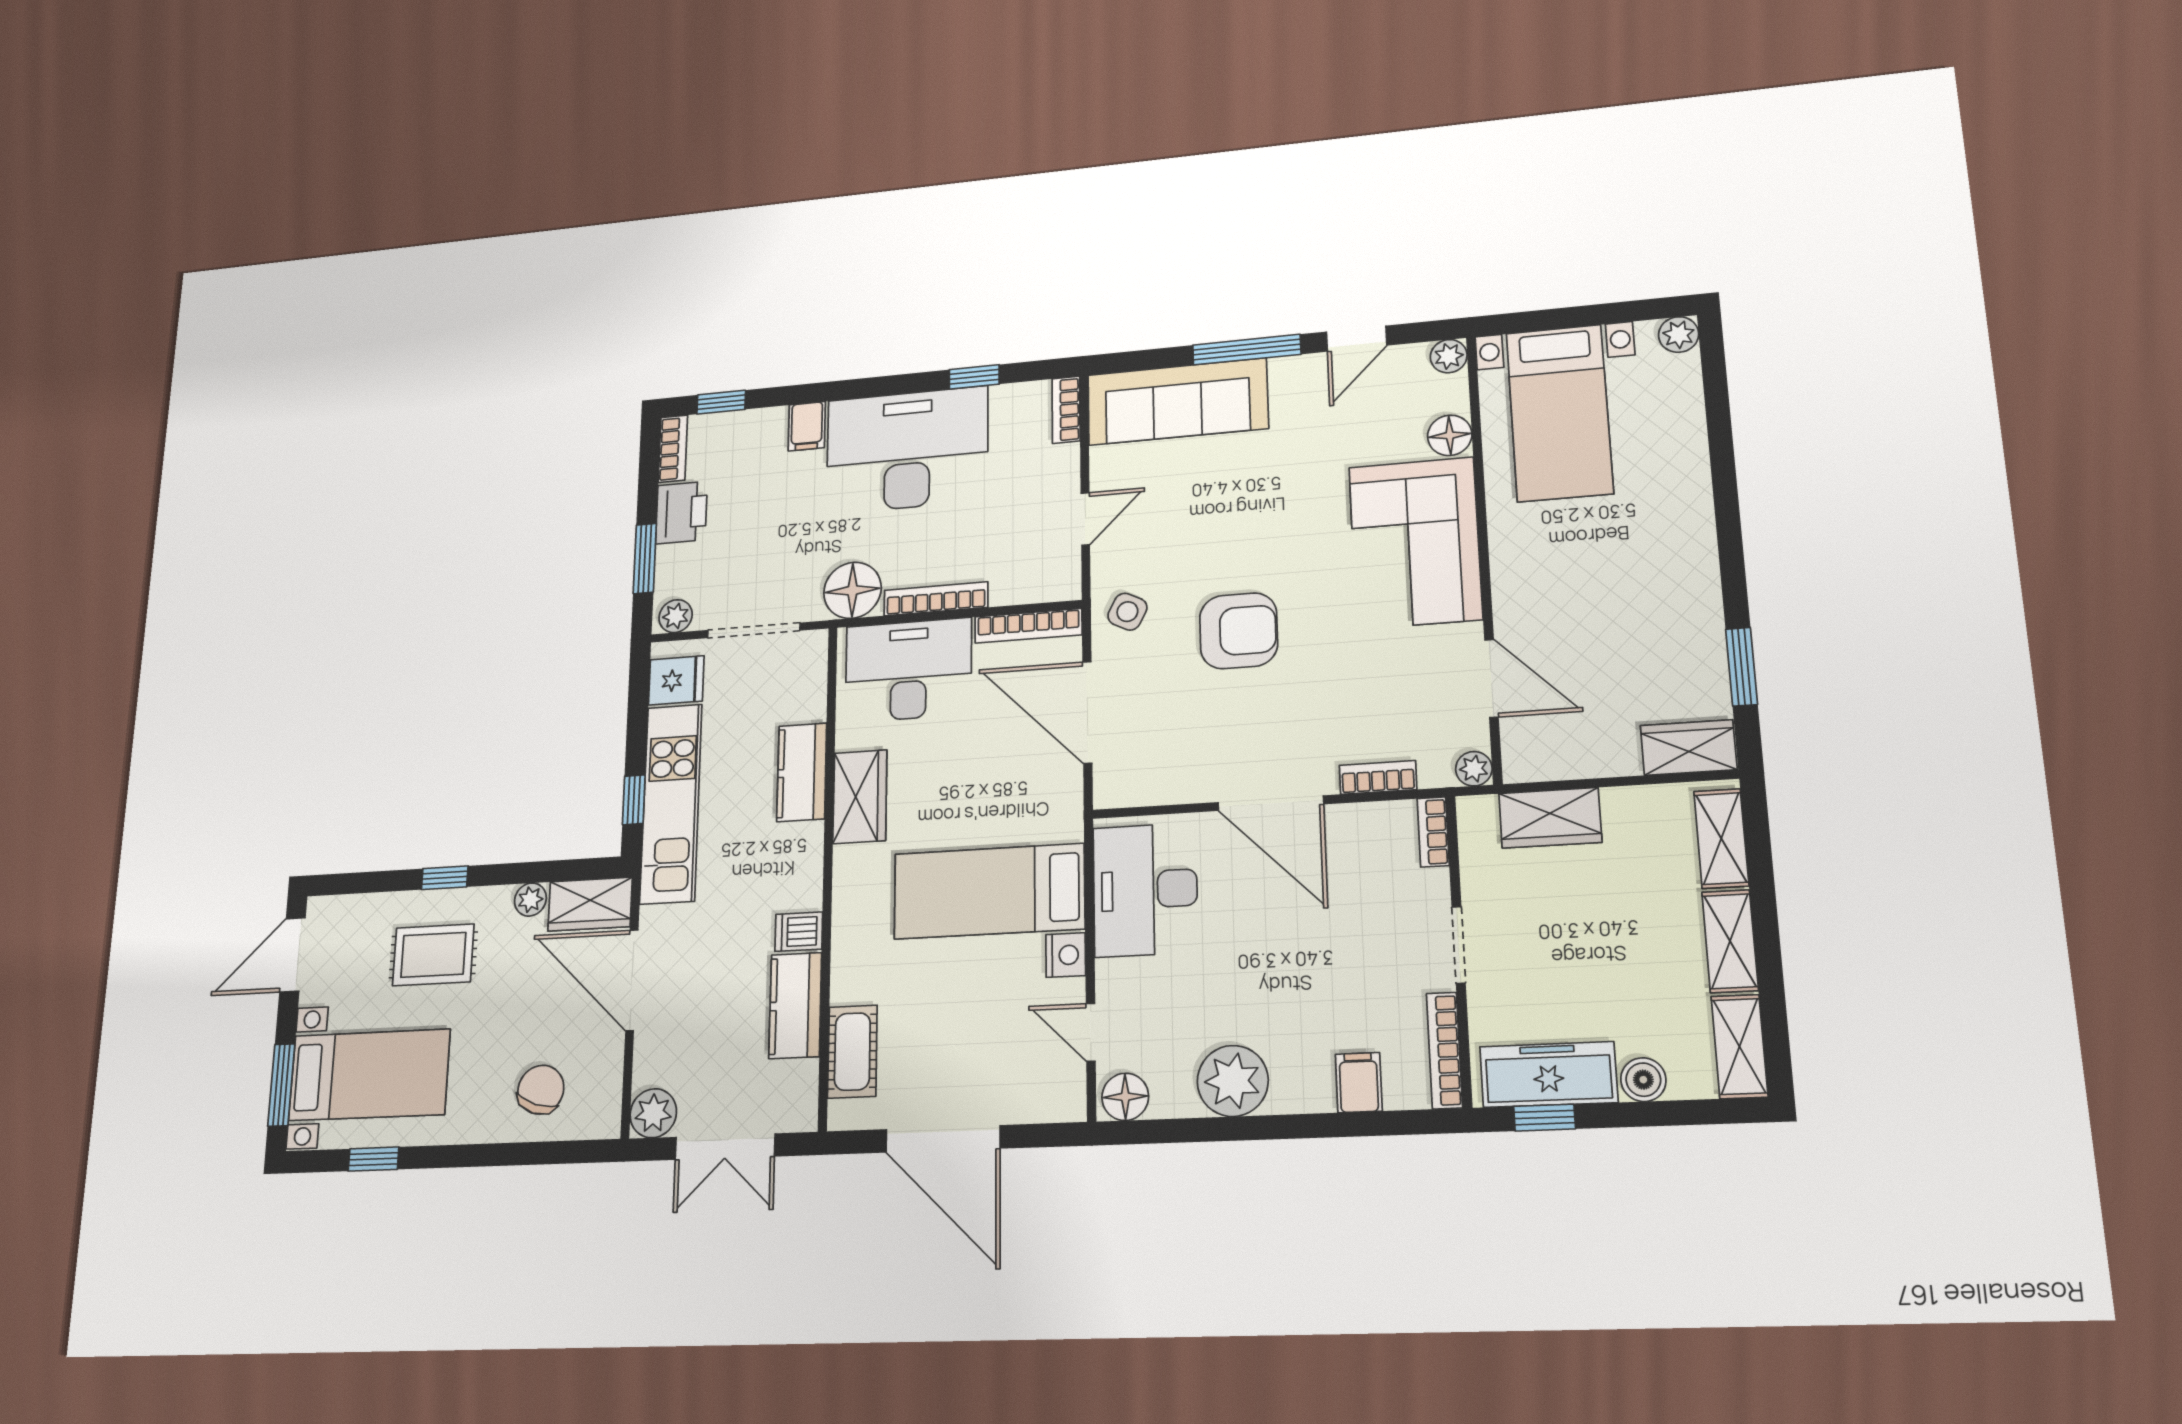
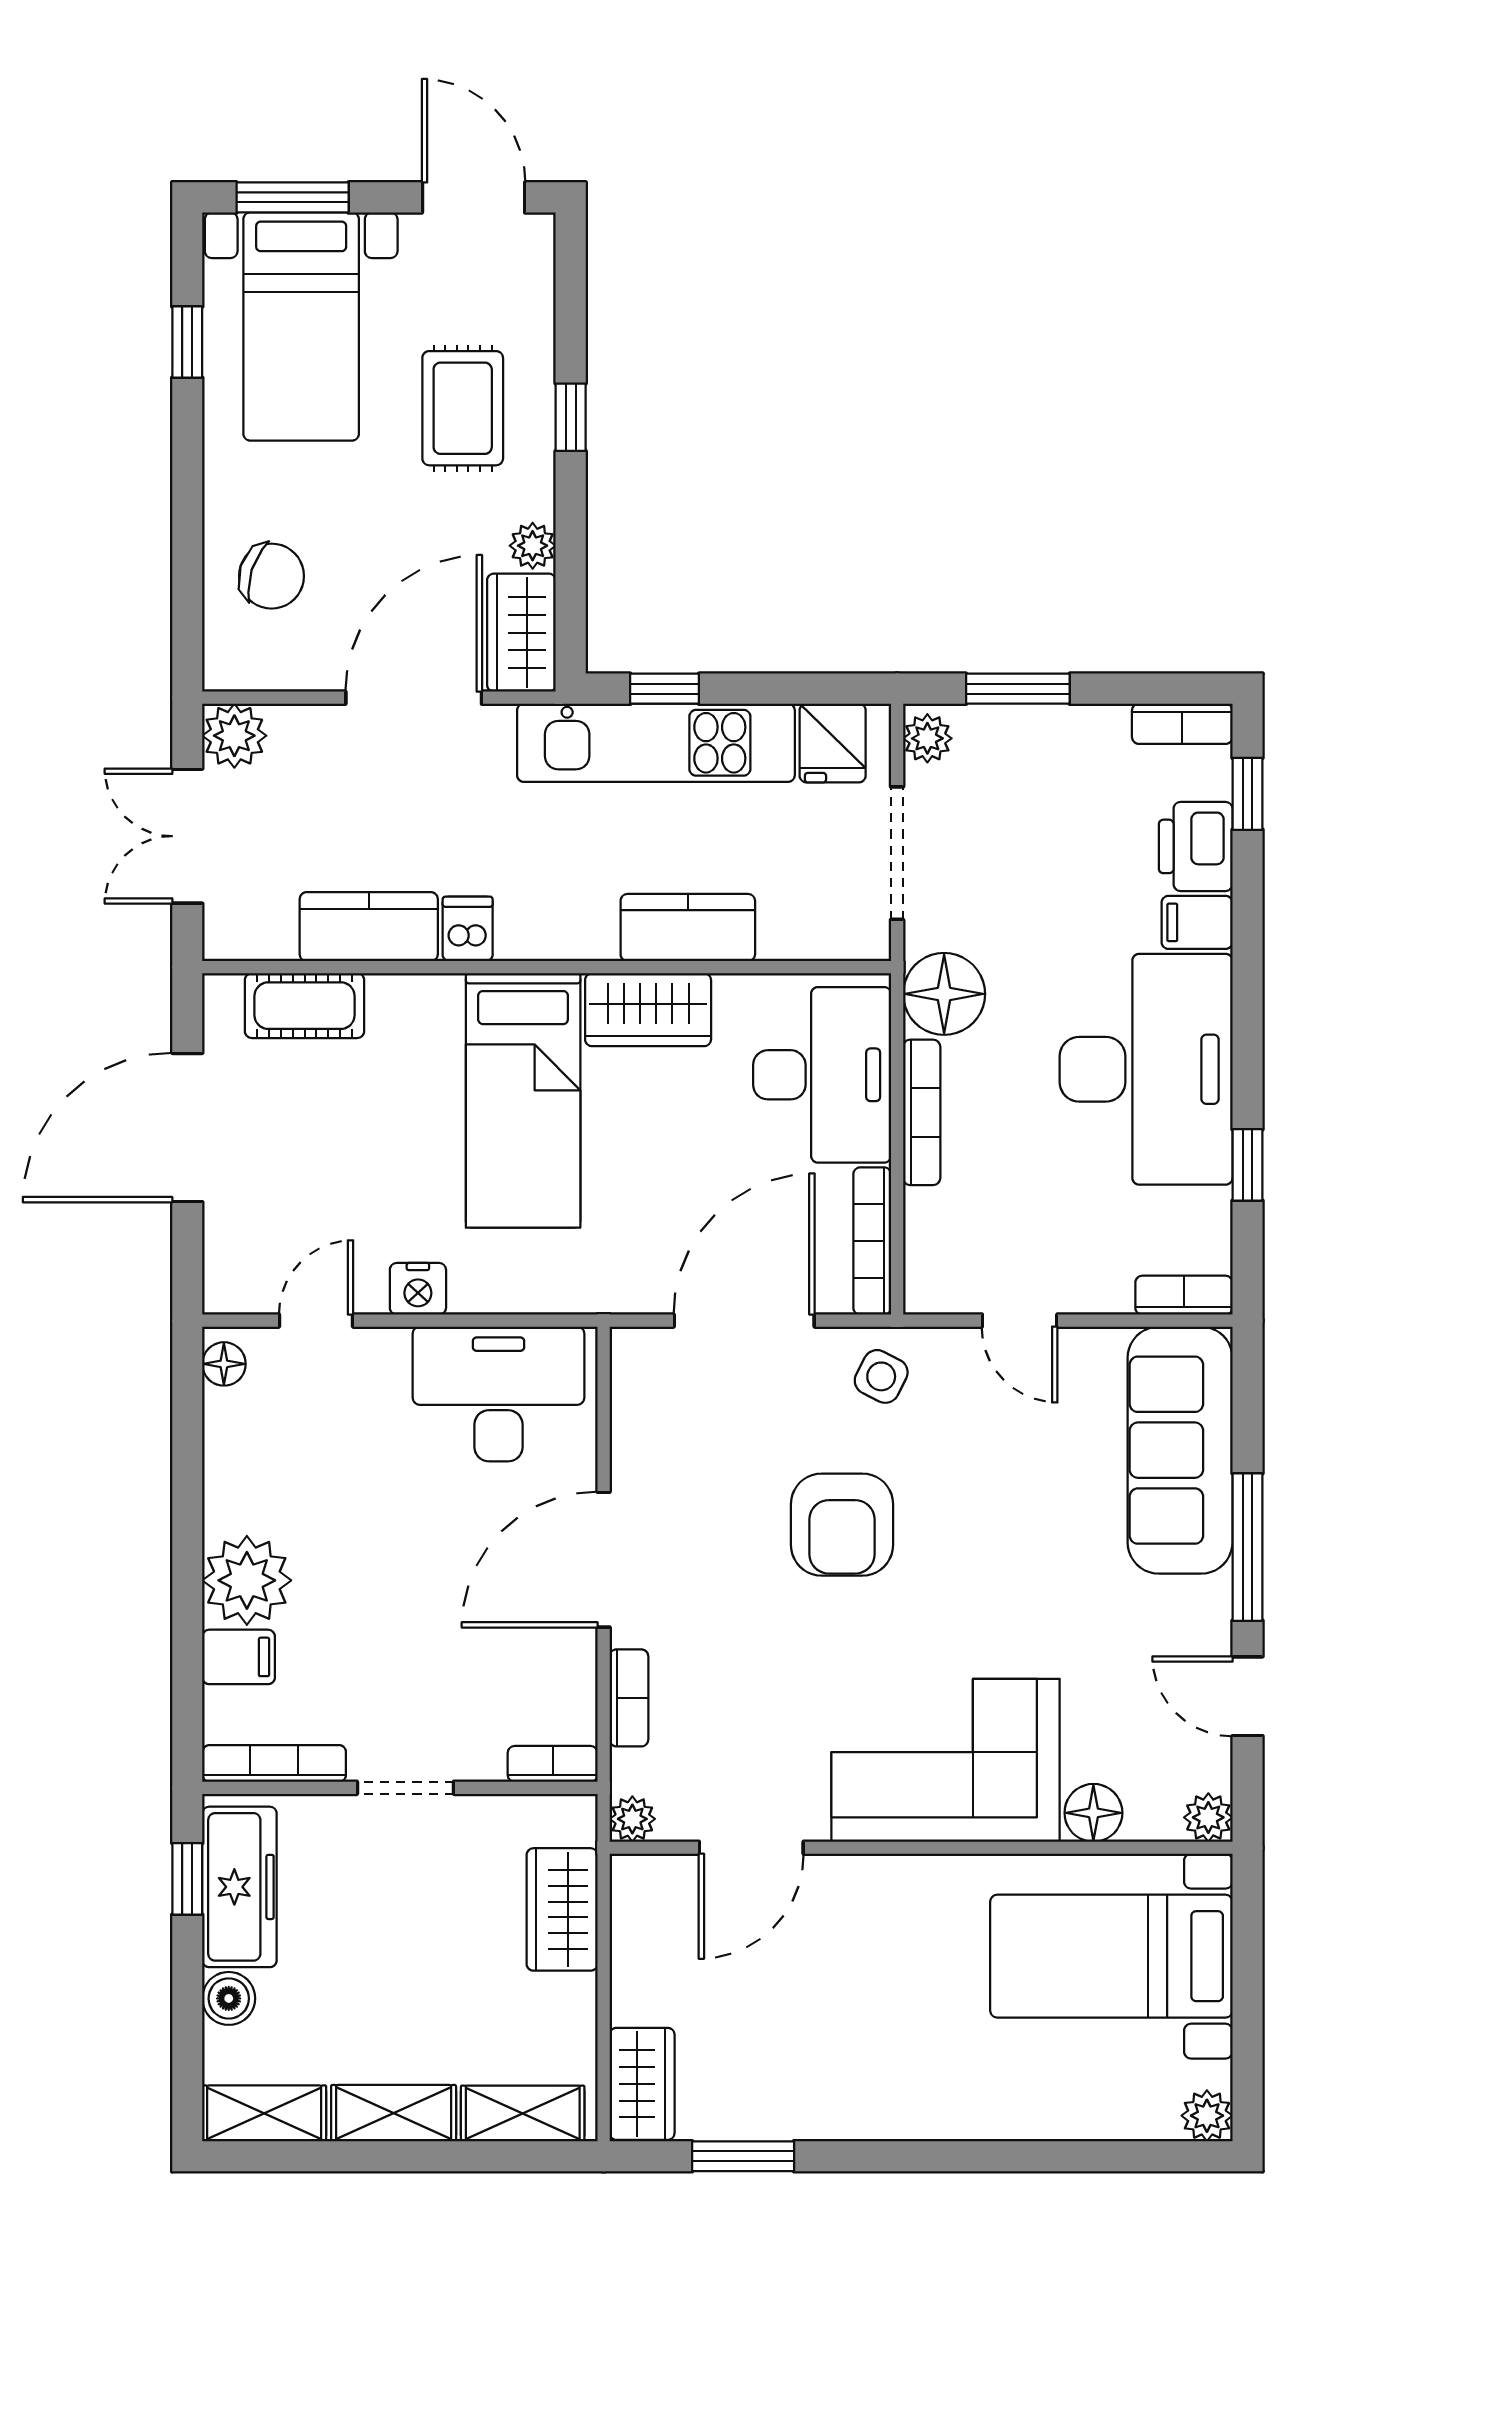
printer: (681, 513) -> (1196, 846), moved, turned 90
bed: (989, 891) -> (523, 1100), moved, turned 180
plant: (1233, 1081) -> (247, 1580), moved
floor lamp: (1125, 1097) -> (224, 1364), width x0.73, depth x0.73

